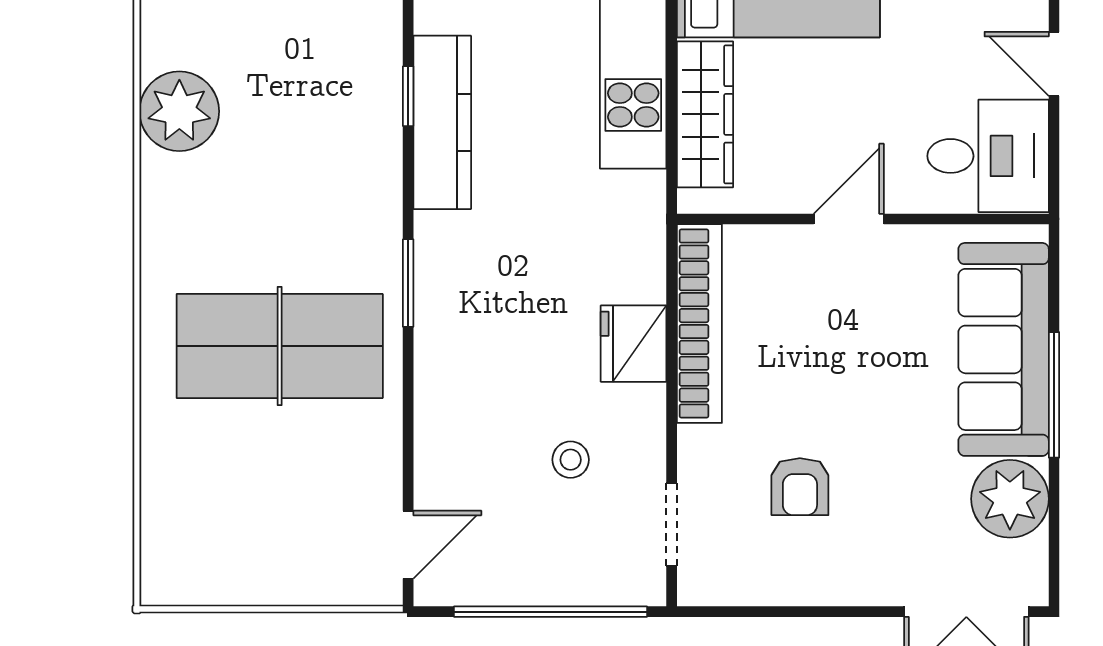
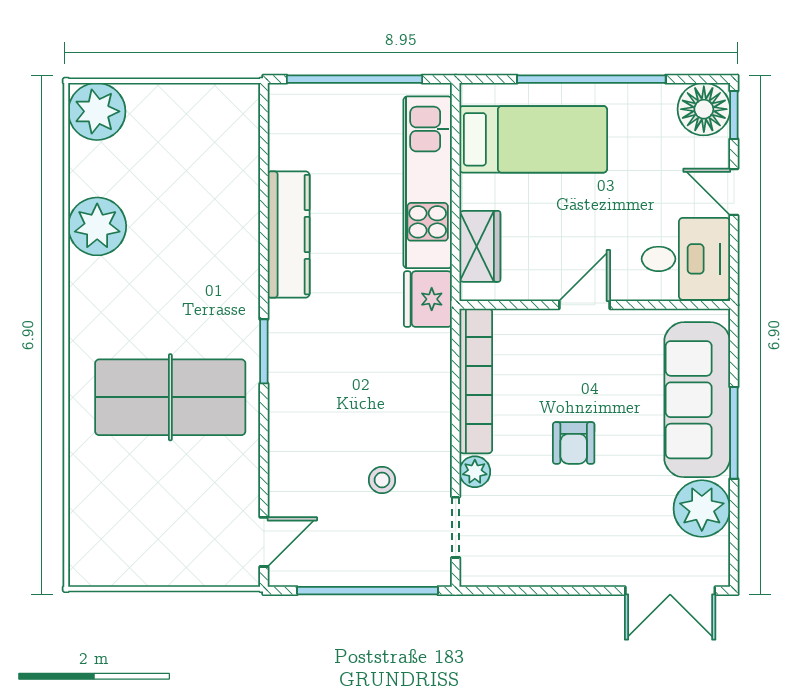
window: (408, 96) -> (264, 215), removed
wardrobe: (705, 114) -> (480, 246), width x0.67
fridge: (634, 344) -> (428, 299), moved
plant: (698, 448) -> (475, 472), added
armchair: (800, 487) -> (574, 443), moved

